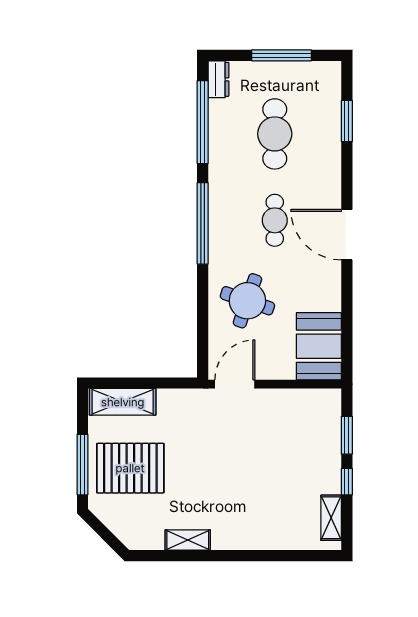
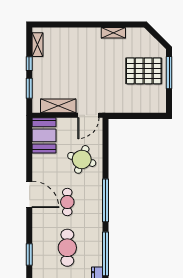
shelving: (123, 402) -> (58, 106), moved

